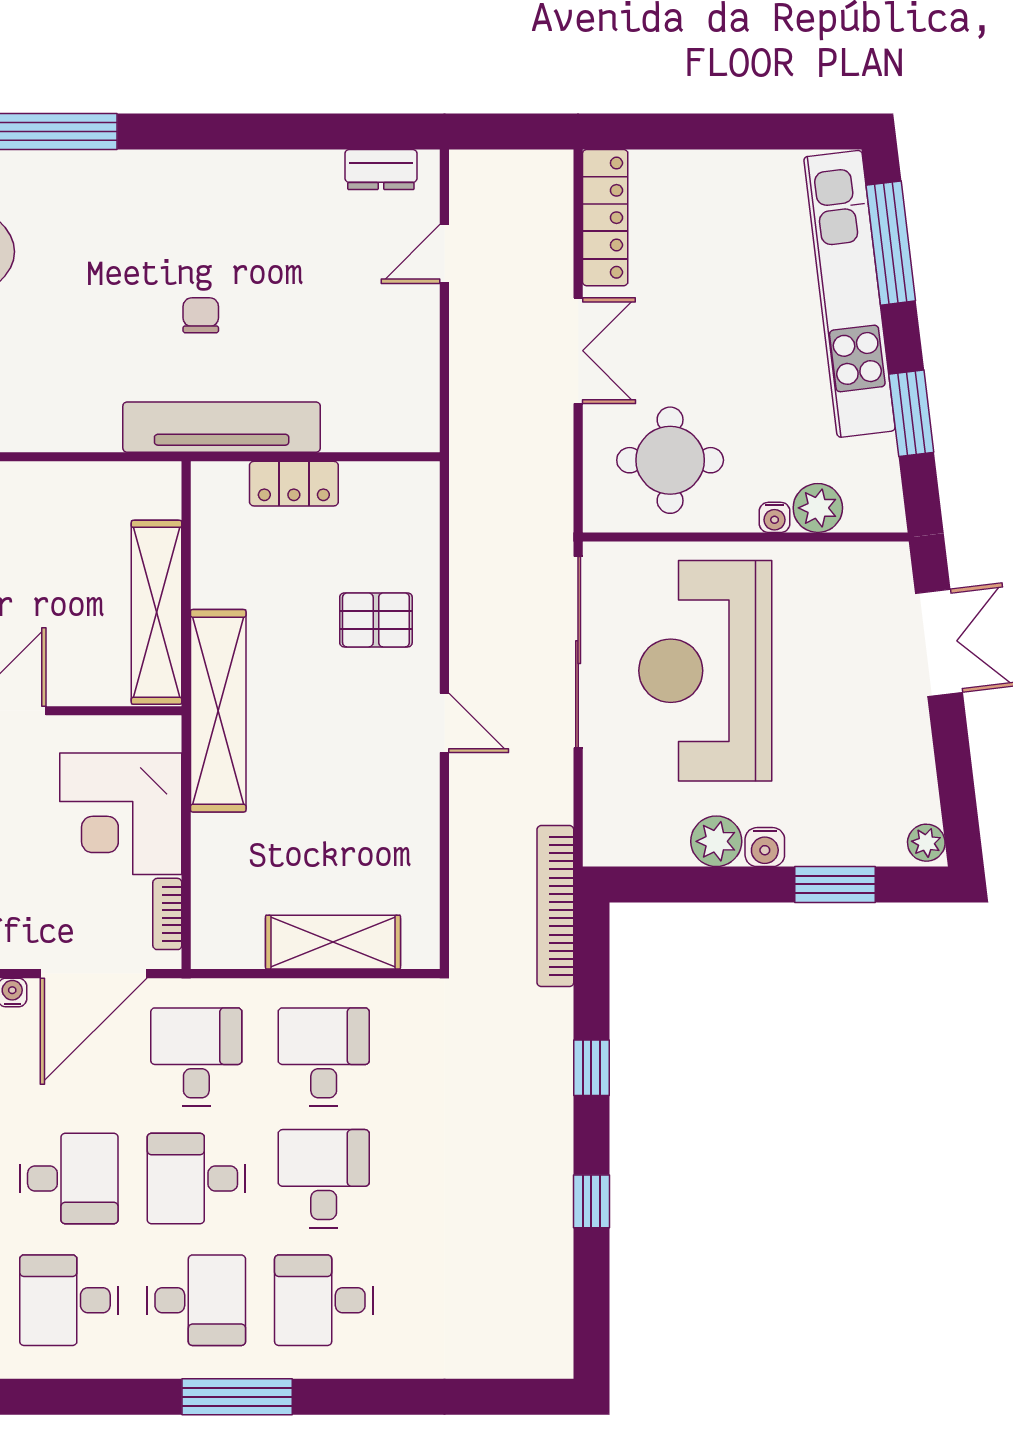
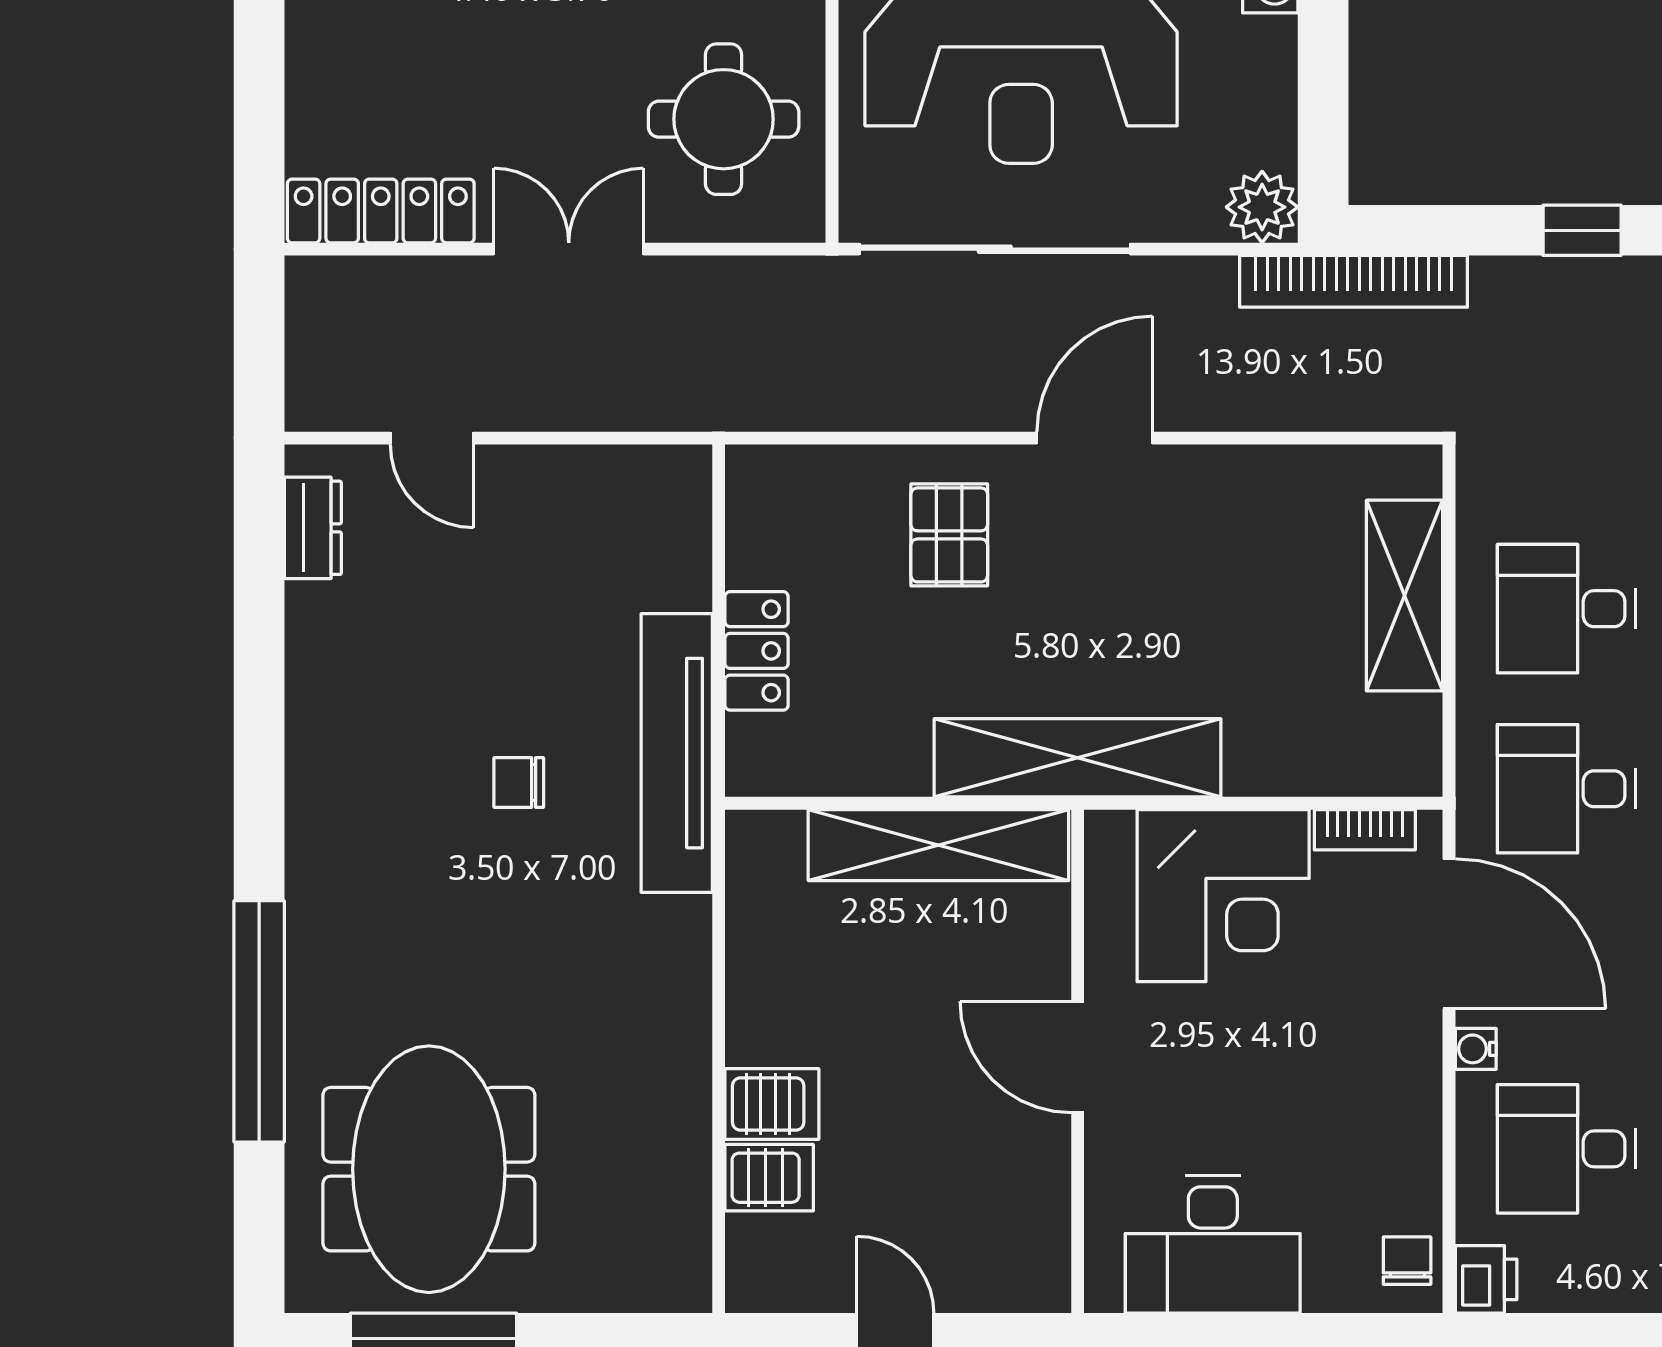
door: (444, 723) -> (1095, 438), width x1.38
plant: (716, 841) -> (1262, 207), moved

